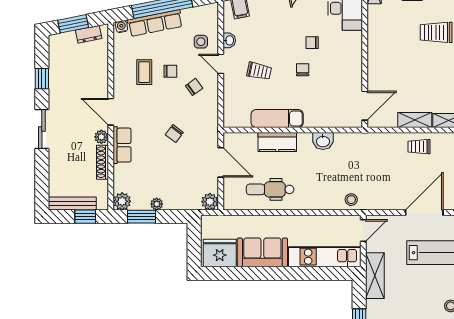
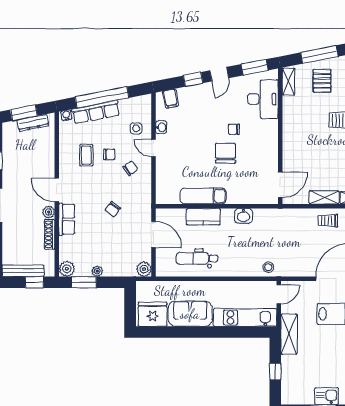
dresser: (89, 34) -> (33, 123), width x1.44
chair: (303, 70) -> (226, 153), width x1.87, depth x1.87
trolley: (259, 71) -> (187, 154), removed

